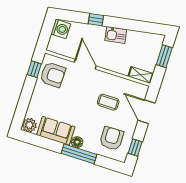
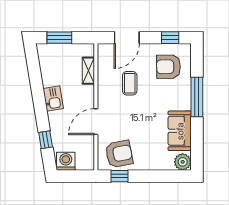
window: (96, 20) -> (46, 140), moved
armchair: (53, 75) -> (119, 154), turned 78
shelving: (141, 75) -> (88, 71), moved
floor lamp: (77, 142) -> (185, 103), removed

